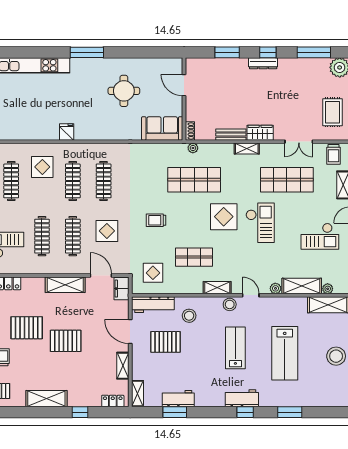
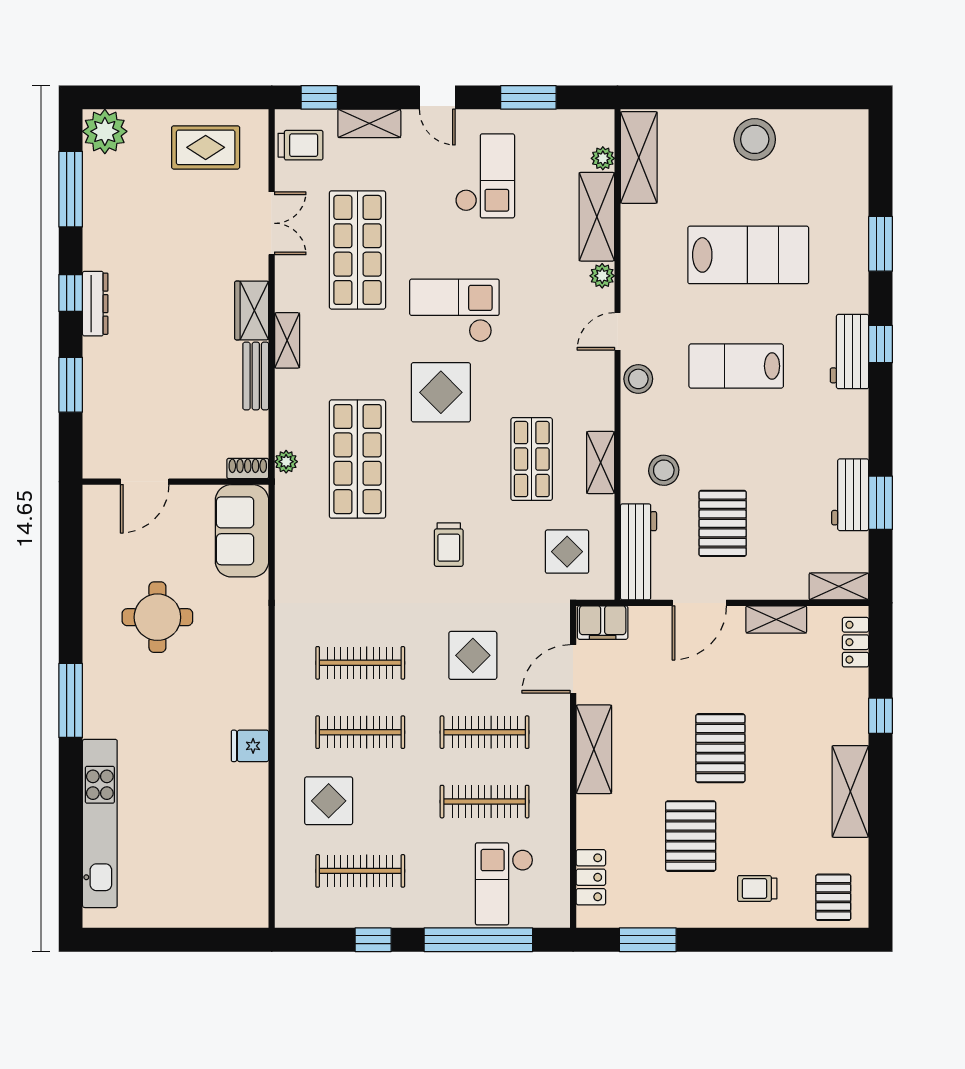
shelving: (217, 288) -> (601, 463), moved

